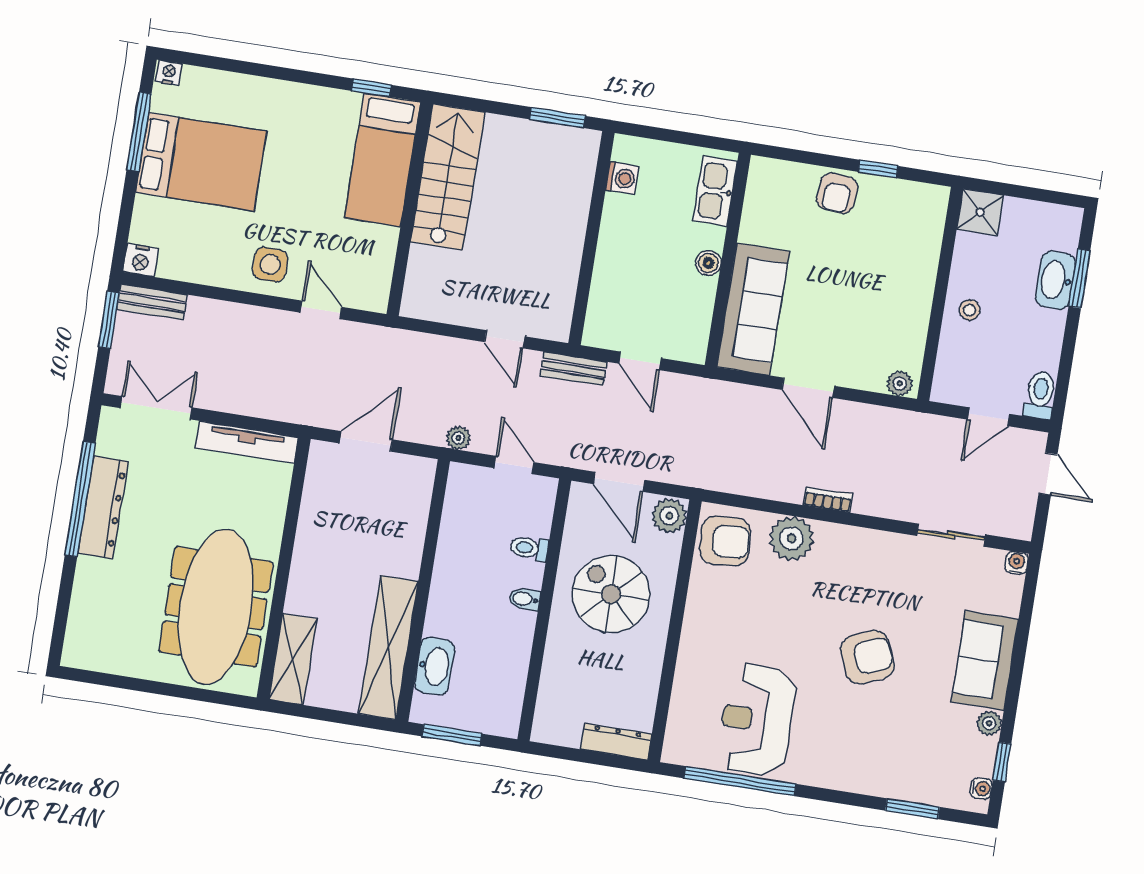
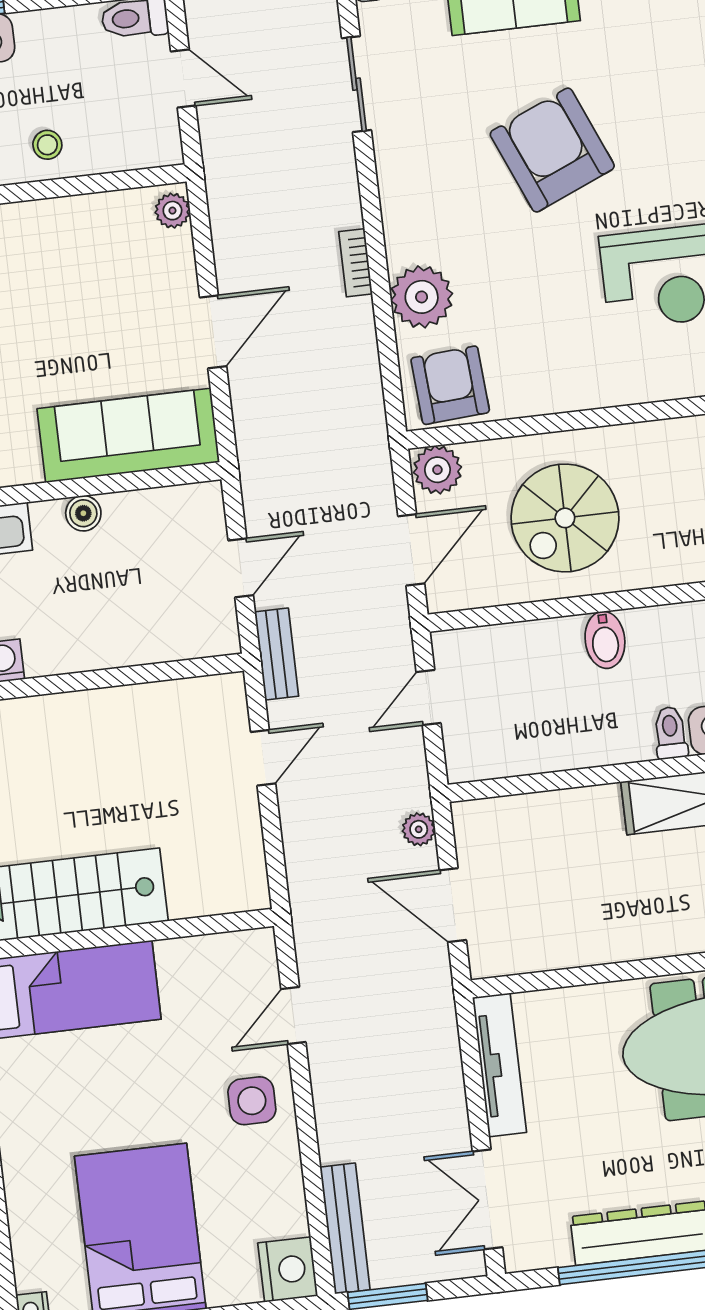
nightstand: (141, 260) -> (288, 1269), width x1.36, depth x1.33
bench: (152, 302) -> (345, 1228), width x1.36
plant: (458, 438) -> (419, 829), moved
toilet: (529, 548) -> (670, 733), moved, turned 180
bidet: (525, 599) -> (605, 640), width x1.38, depth x1.36
armchair: (867, 657) -> (552, 150), width x1.36, depth x1.36

